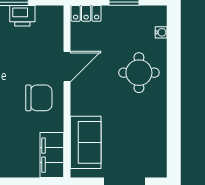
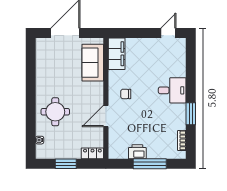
chair: (39, 98) -> (126, 94), width x0.54, depth x0.54

